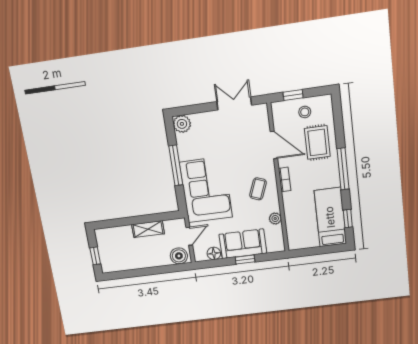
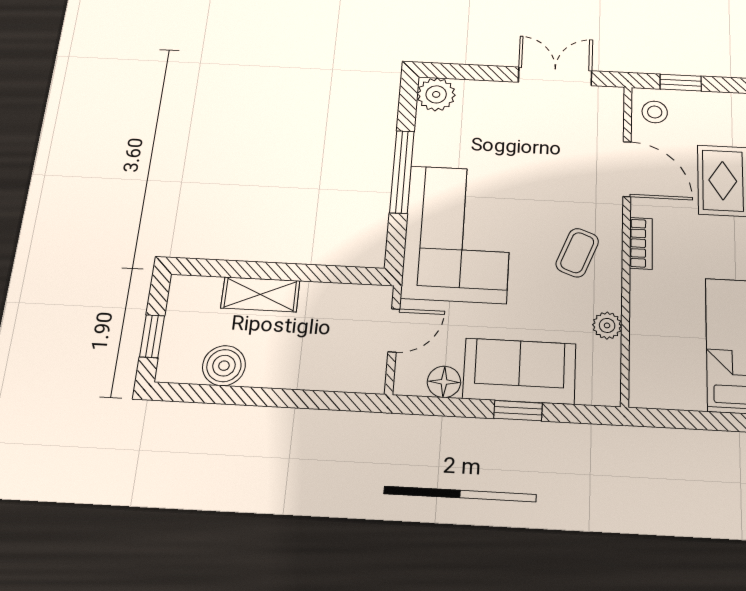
stool: (305, 112) -> (655, 112), moved
shelving: (148, 229) -> (260, 294), moved
boiler: (179, 256) -> (224, 366), moved

